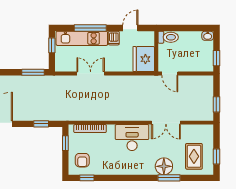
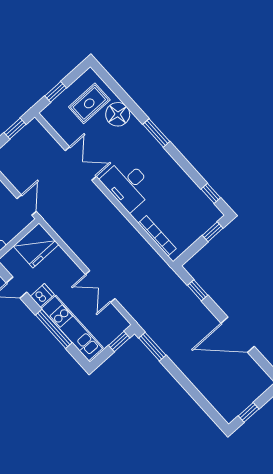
window: (52, 45) -> (119, 342), moved
window: (65, 143) -> (213, 232), moved
window: (216, 157) -> (56, 92), moved
armchair: (82, 160) -> (197, 215), removed
floor lamp: (164, 166) -> (118, 114), moved
window: (169, 178) -> (156, 133), moved

